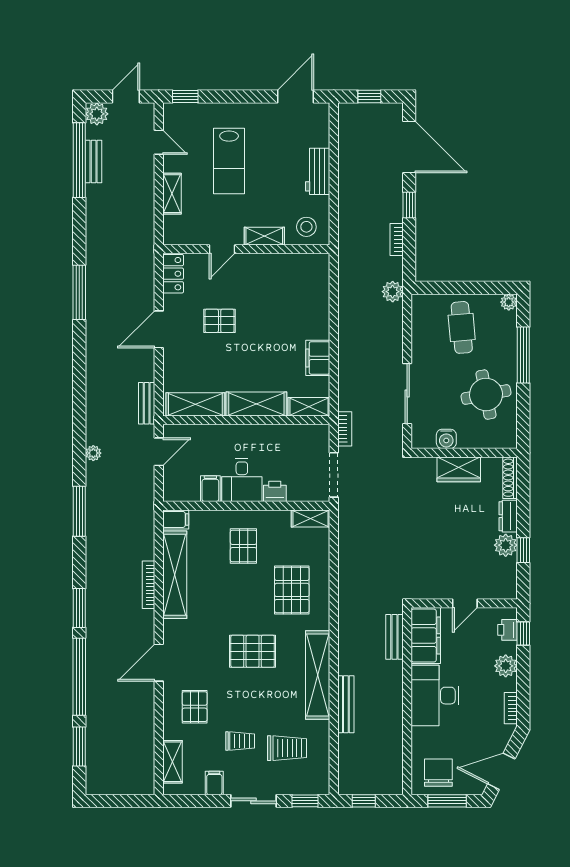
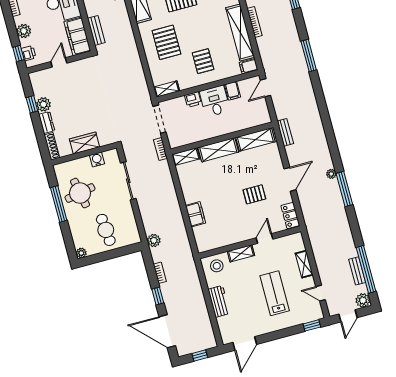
window: (523, 355) -> (59, 204), moved
filing cabinet: (318, 358) -> (195, 214), moved
door: (159, 452) -> (265, 88), moved
plant: (93, 453) -> (331, 174), moved

